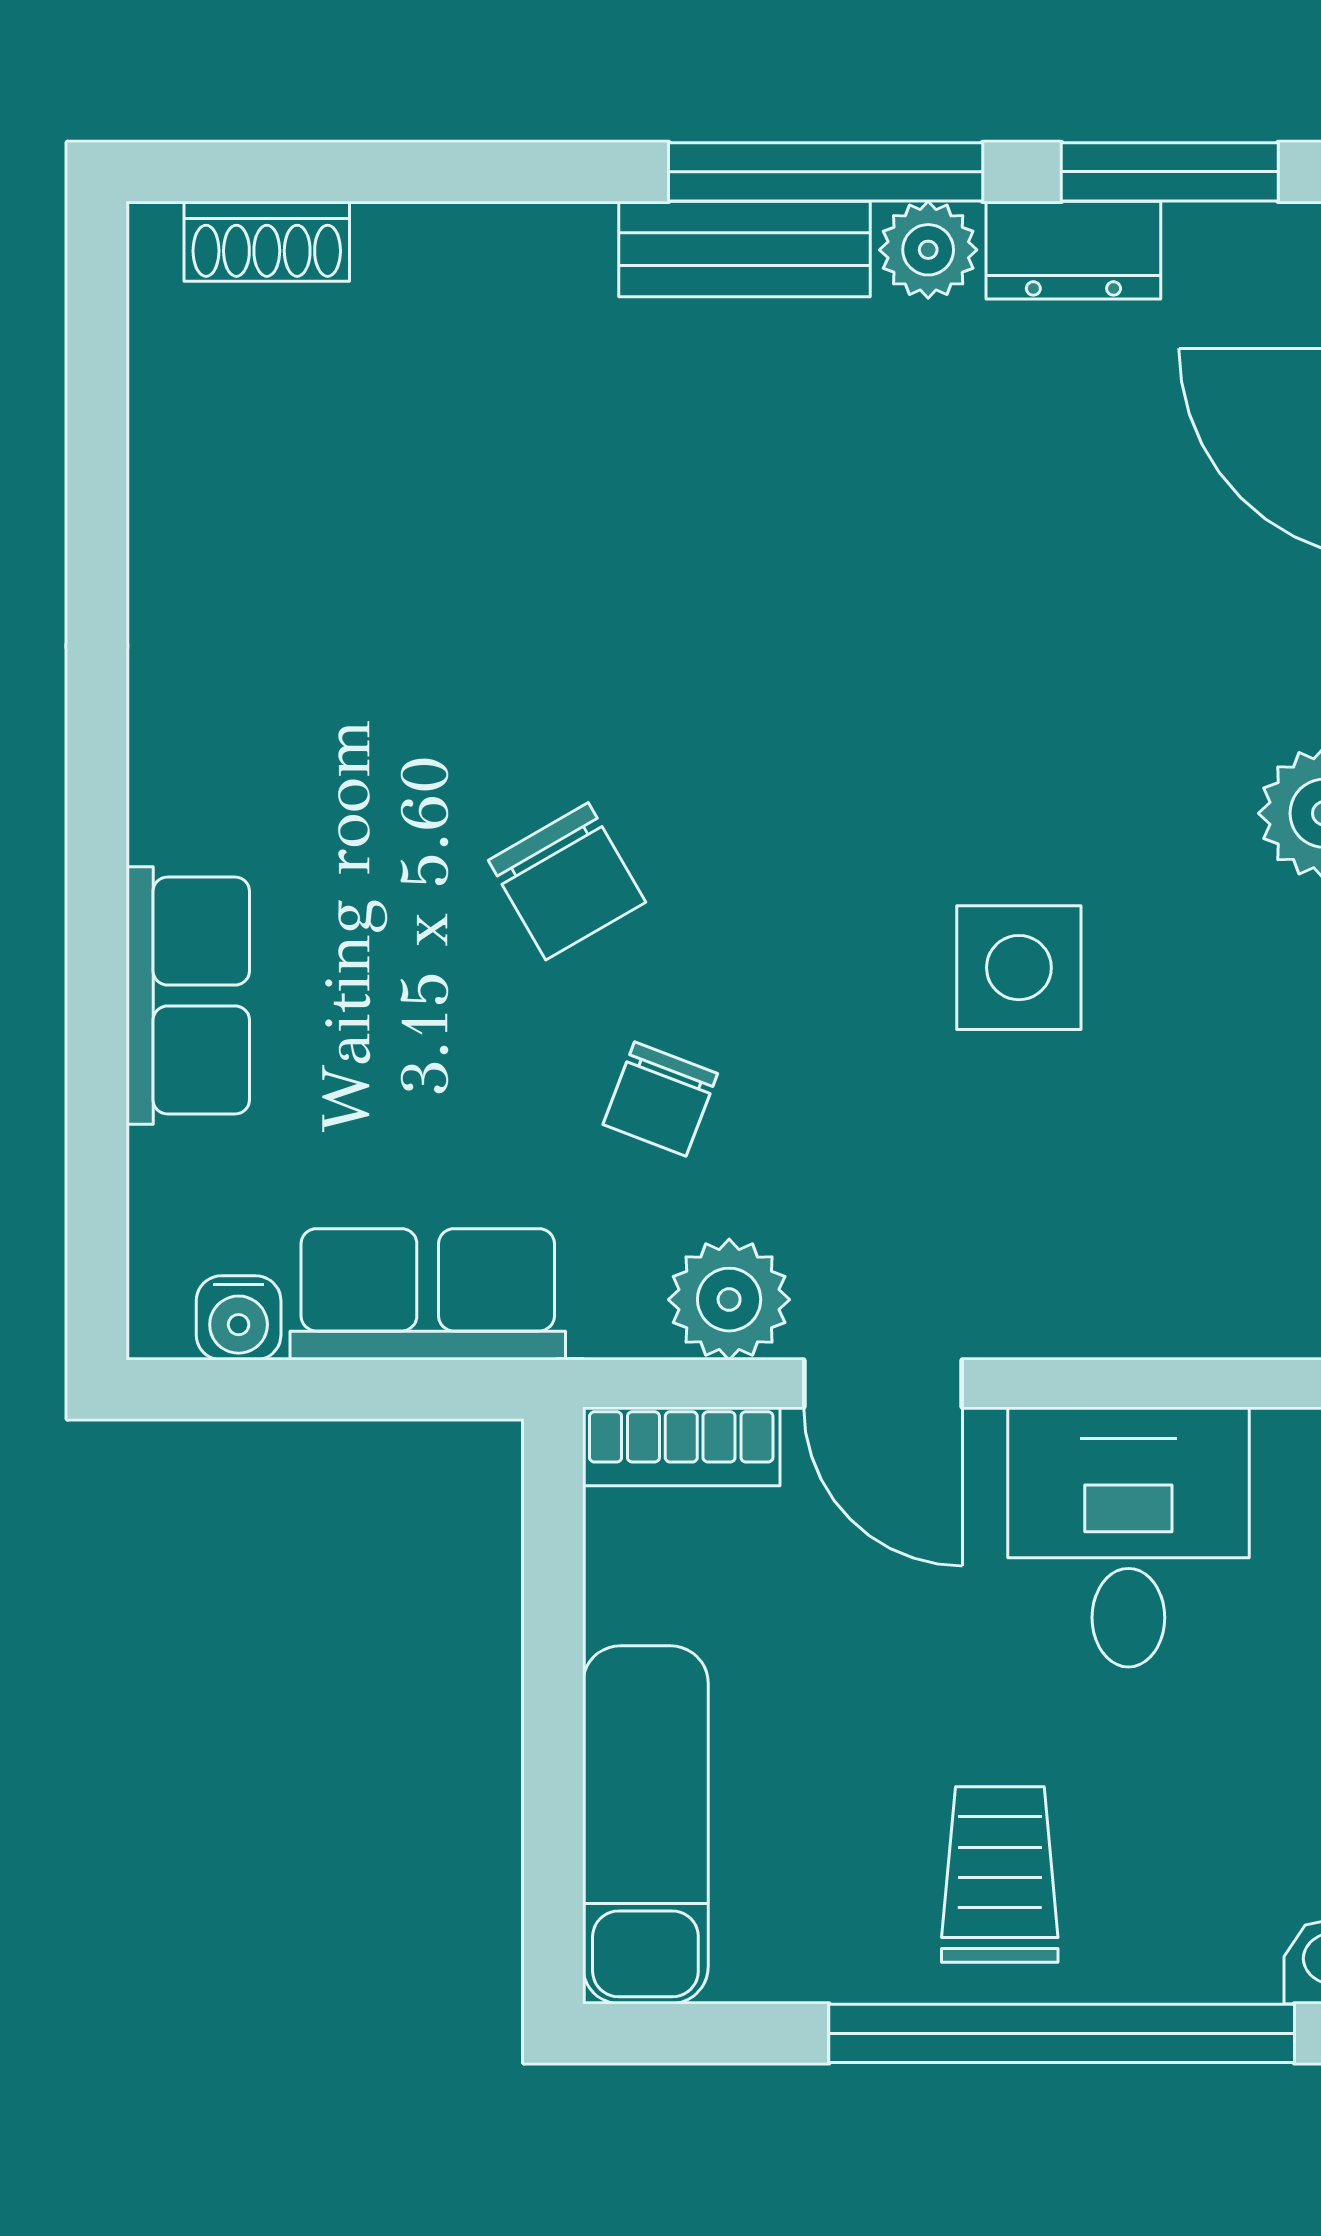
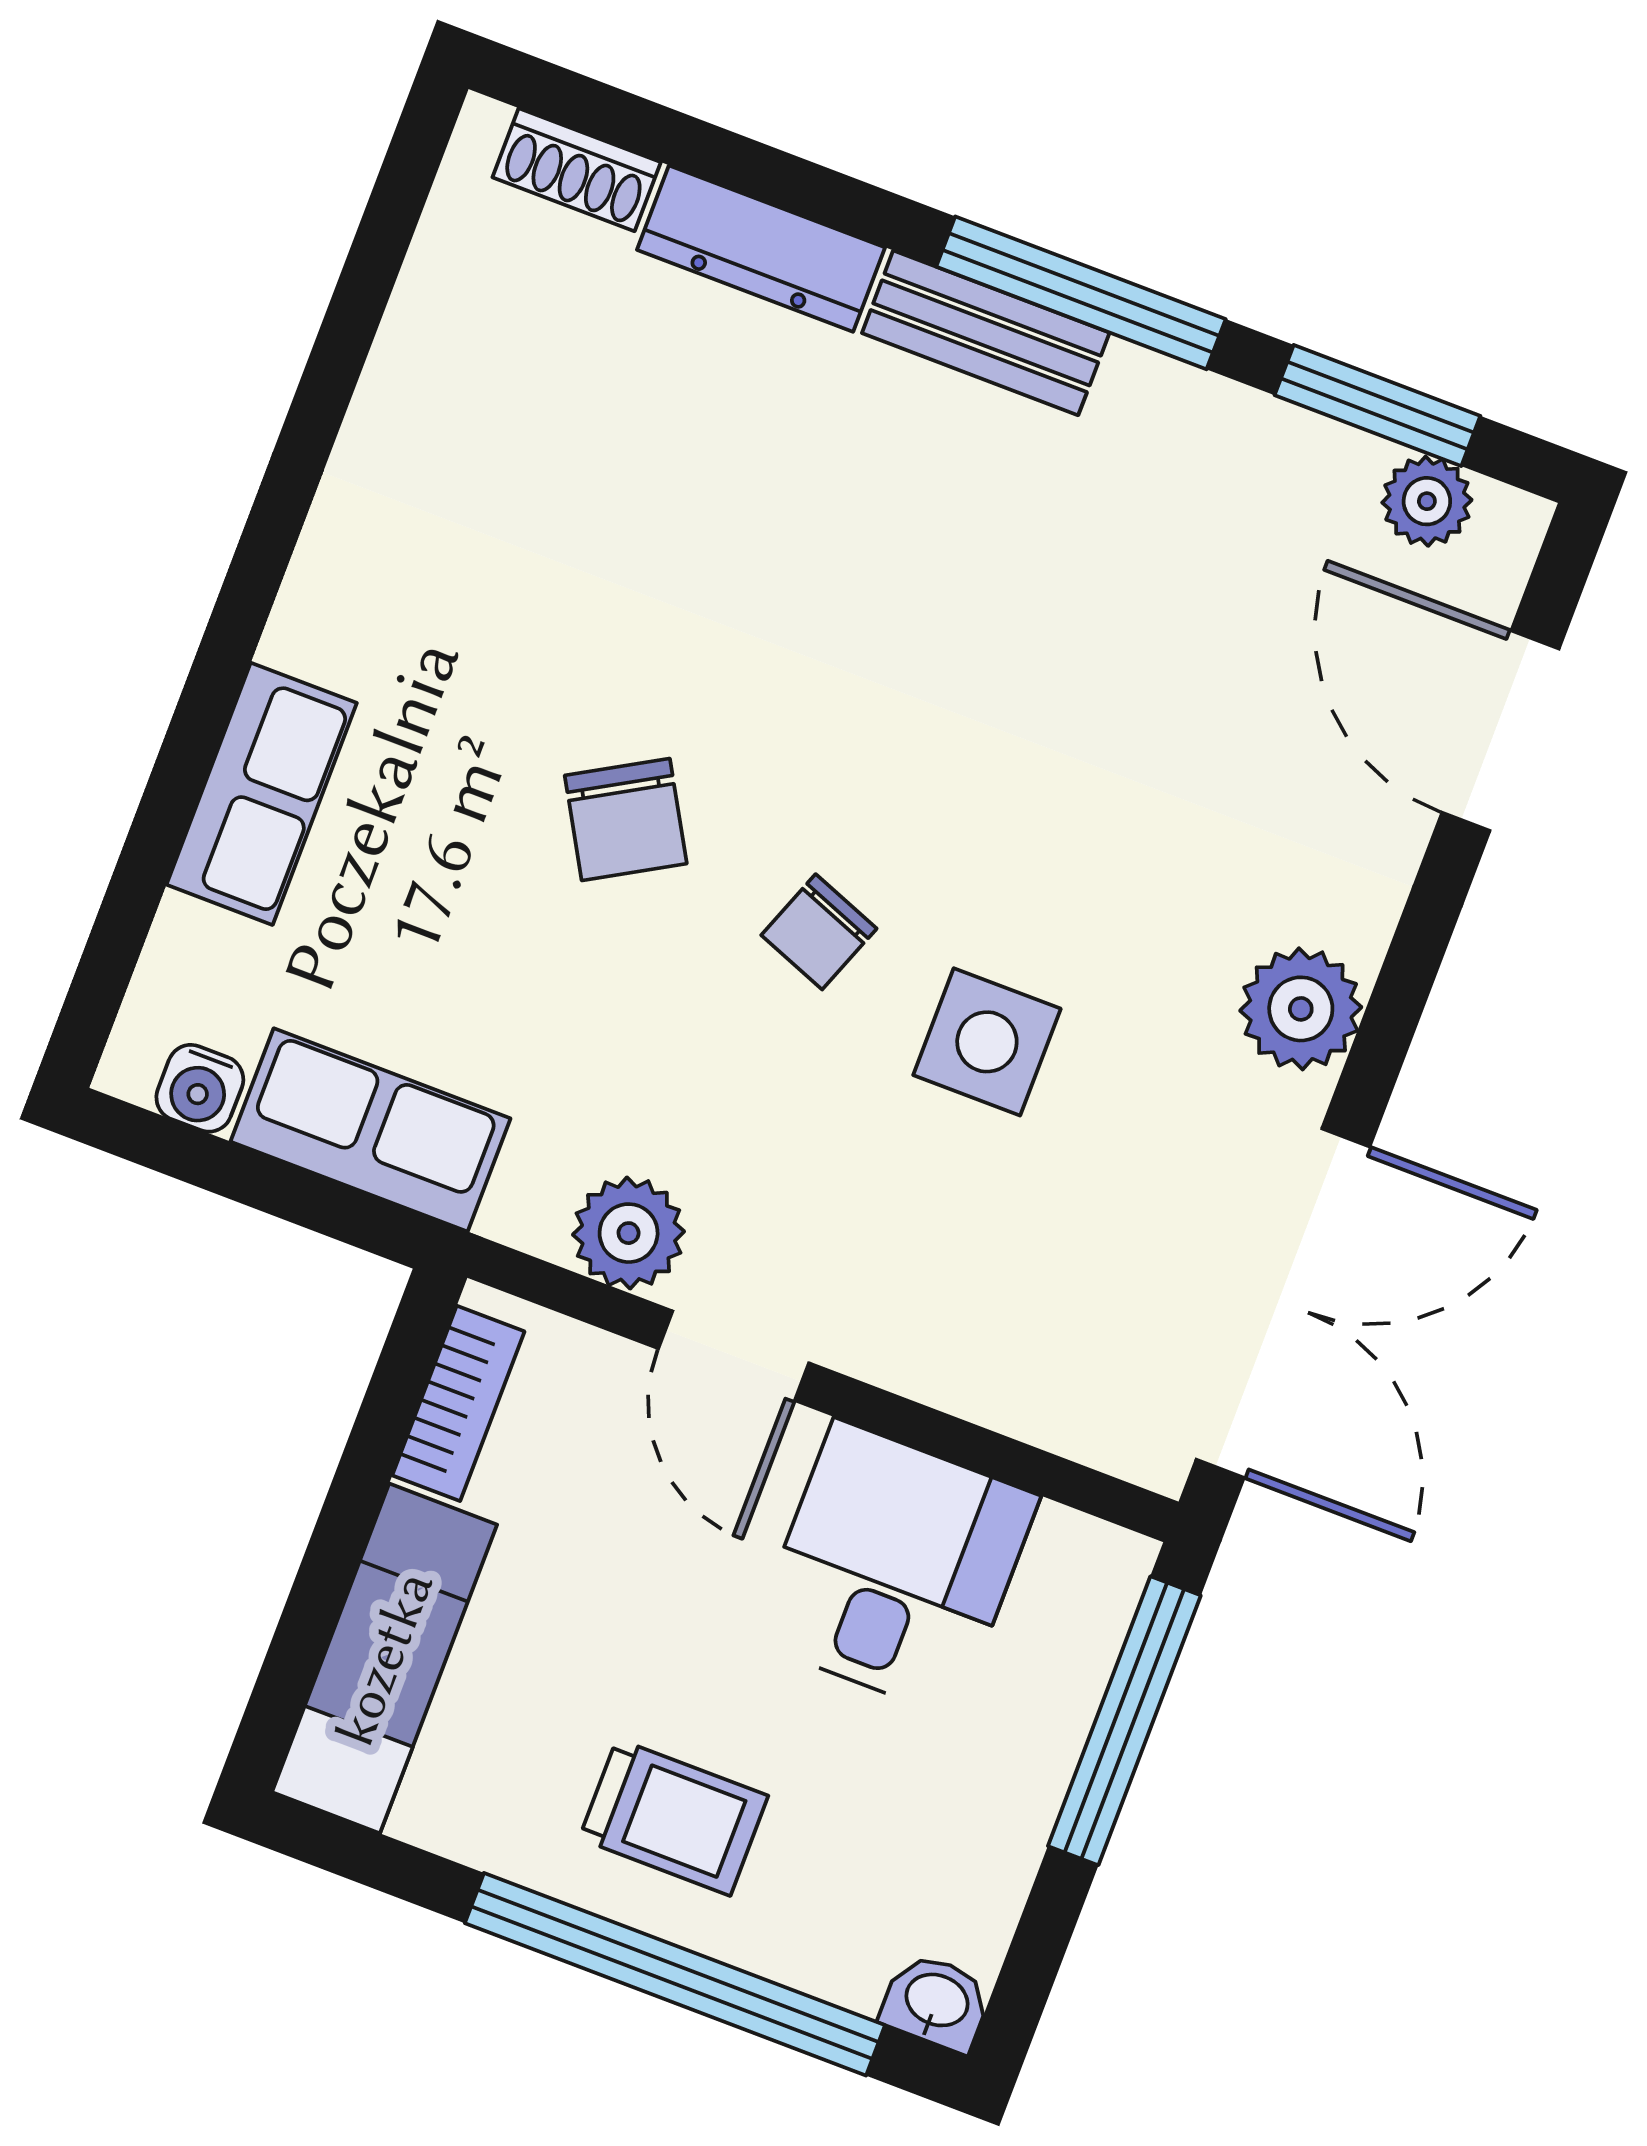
plant: (928, 250) -> (1427, 501), moved
dresser: (1073, 250) -> (761, 249), moved, width x1.44
chair: (660, 1099) -> (819, 932), moved
bookcase: (681, 1446) -> (458, 1403), moved, turned -90
trolley: (1000, 1874) -> (674, 1817), turned 90

